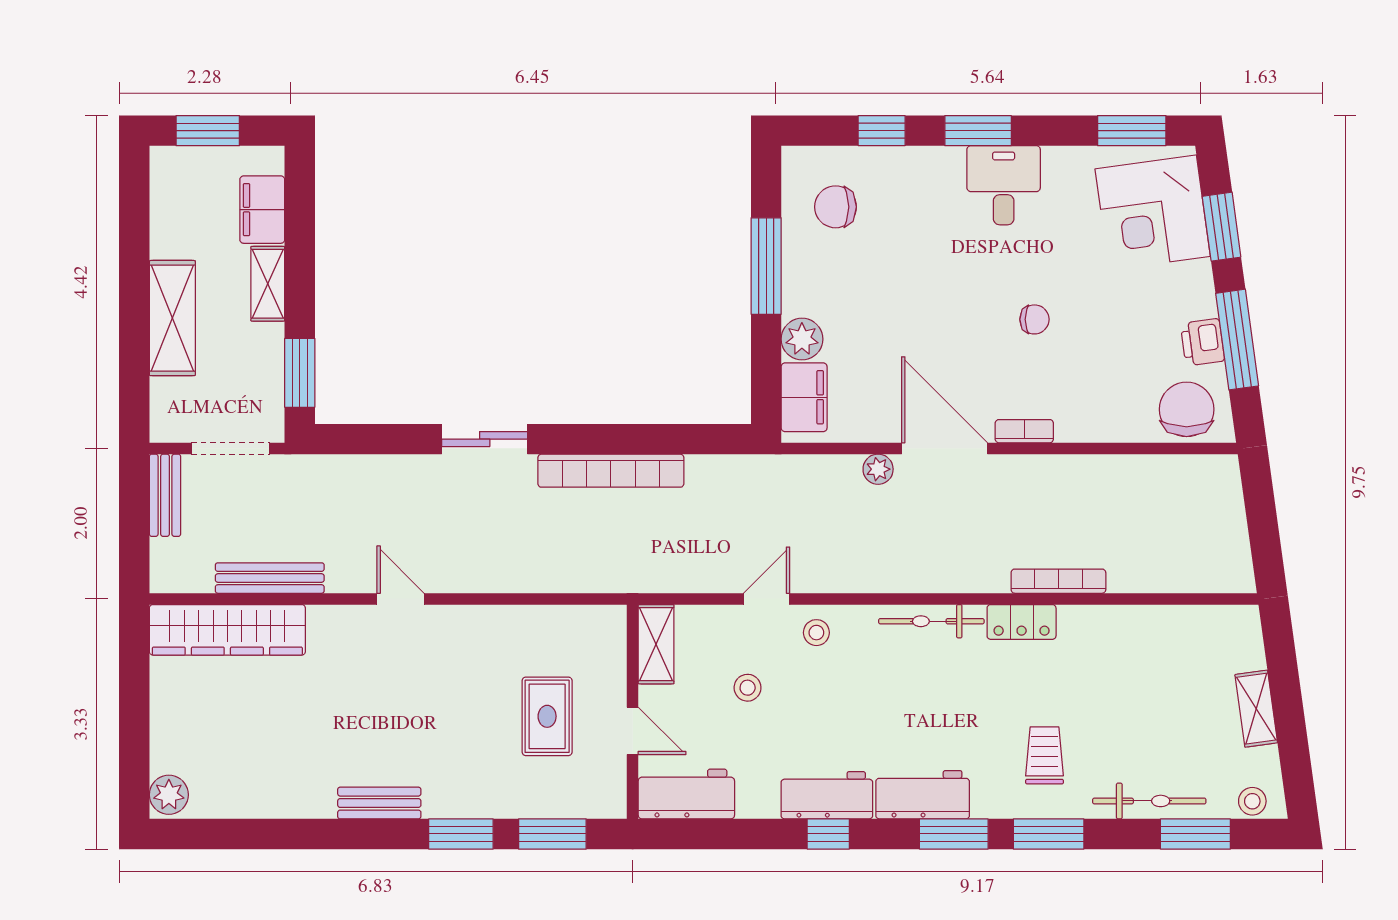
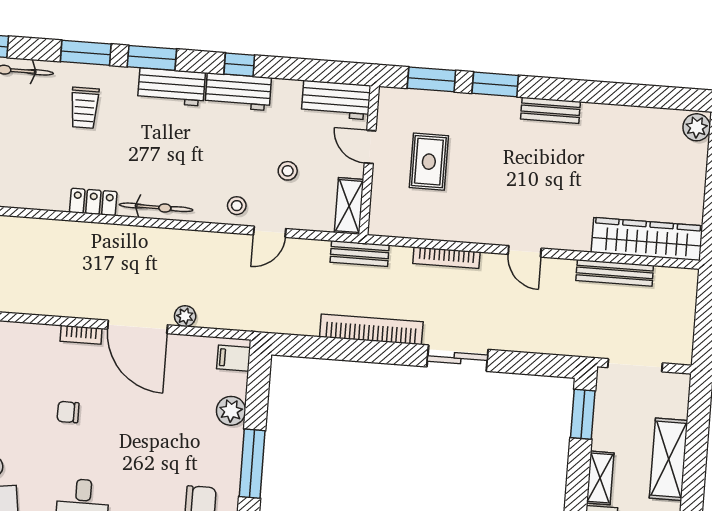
filing cabinet: (804, 397) -> (234, 358), width x0.50
bench: (165, 495) -> (360, 254), moved, turned 90
bookcase: (1058, 581) -> (446, 258), moved

